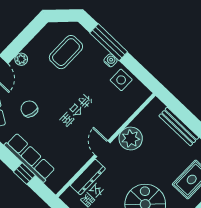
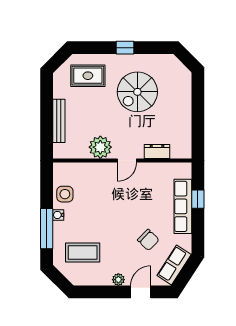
chair: (29, 109) -> (148, 240), turned -62
dresser: (88, 177) -> (157, 152), width x0.70

